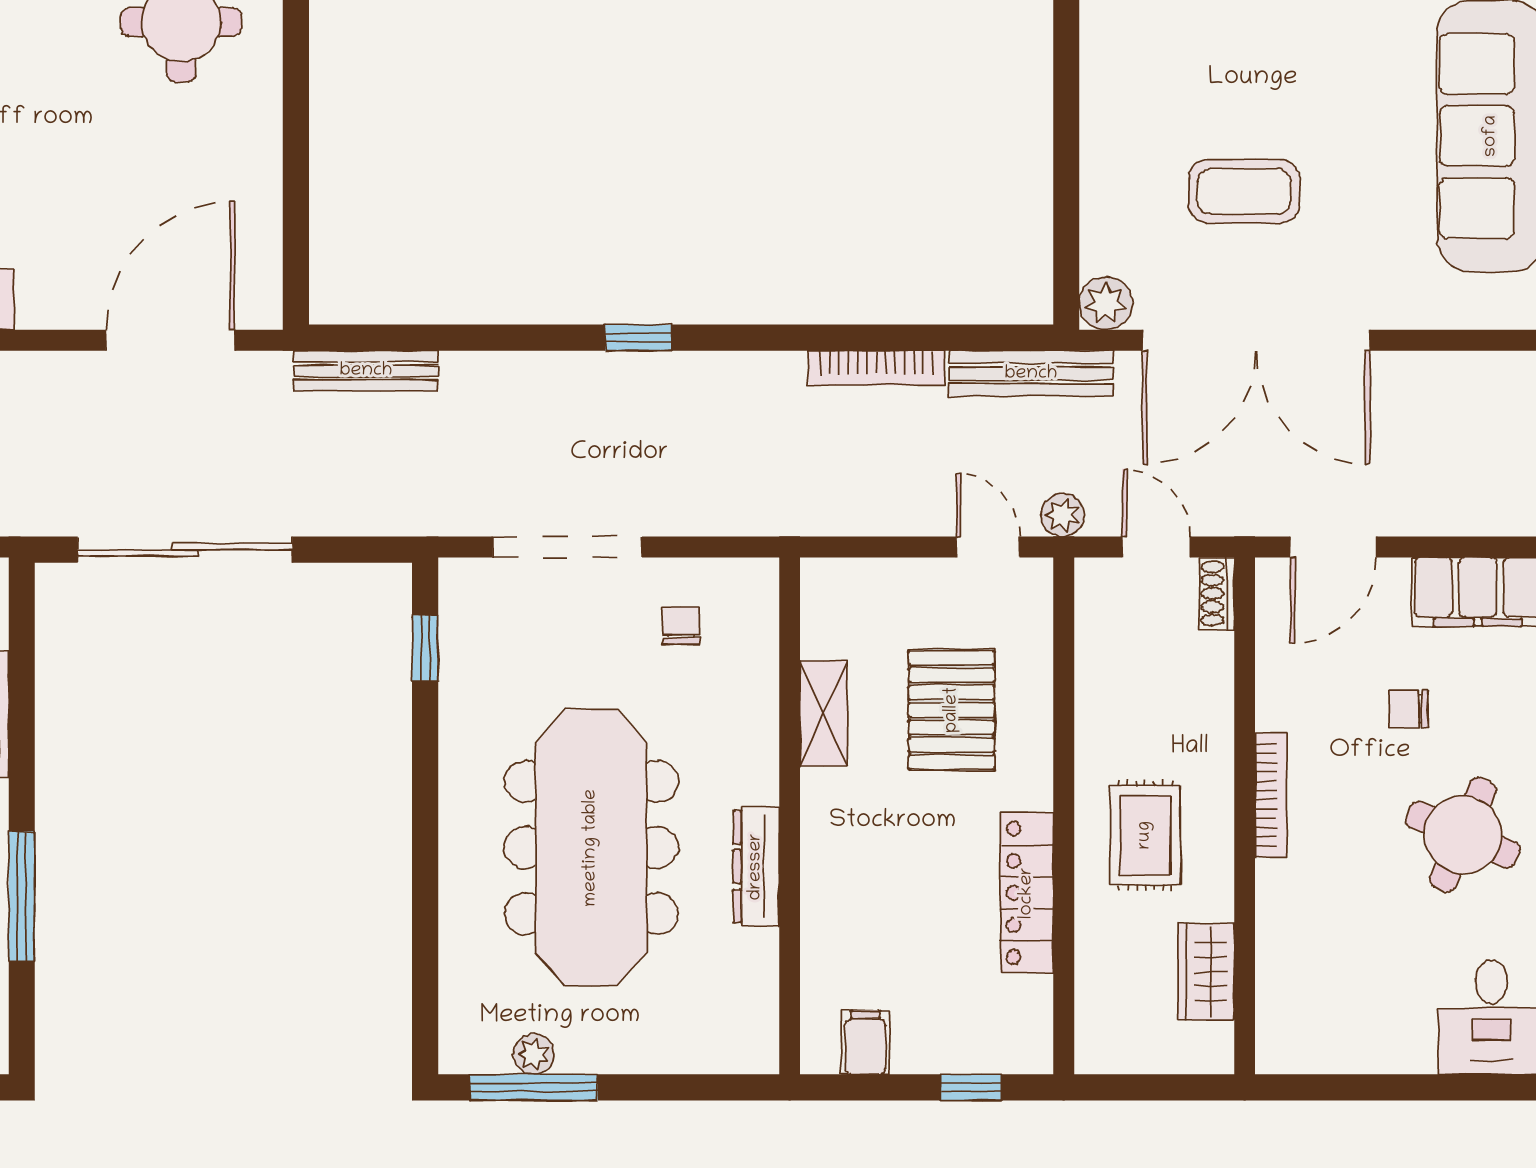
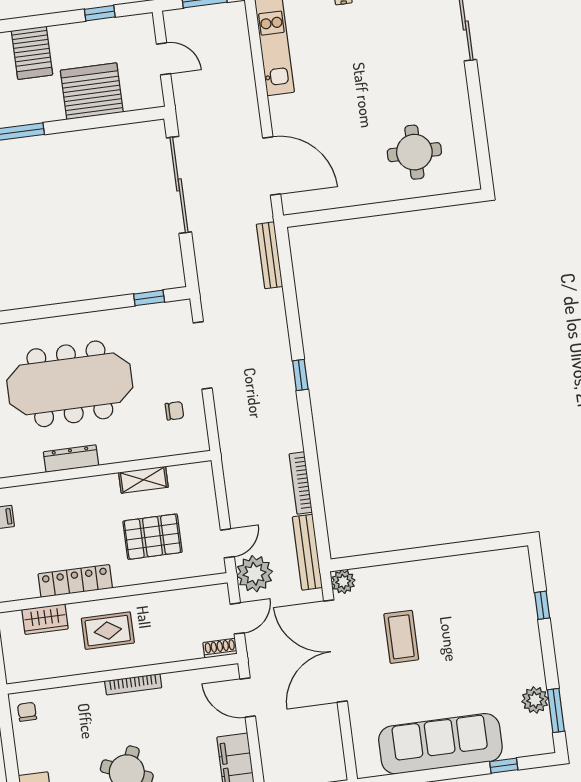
plant: (1063, 515) -> (255, 574), width x1.88, depth x1.88
chair: (1409, 709) -> (27, 712), moved
wardrobe: (1206, 972) -> (45, 619), moved, turned 180

